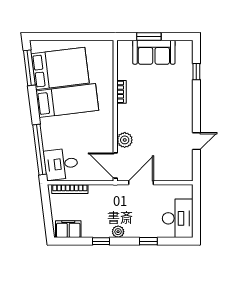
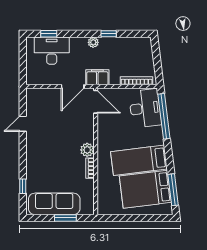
sofa: (154, 52) -> (54, 204), width x1.36
plant: (125, 140) -> (87, 150), moved
desk: (61, 164) -> (145, 108), width x1.37
desk: (178, 218) -> (52, 51), moved, turned 90
filing cabinet: (68, 229) -> (97, 77), moved, turned 180
window: (148, 241) -> (49, 34), moved

